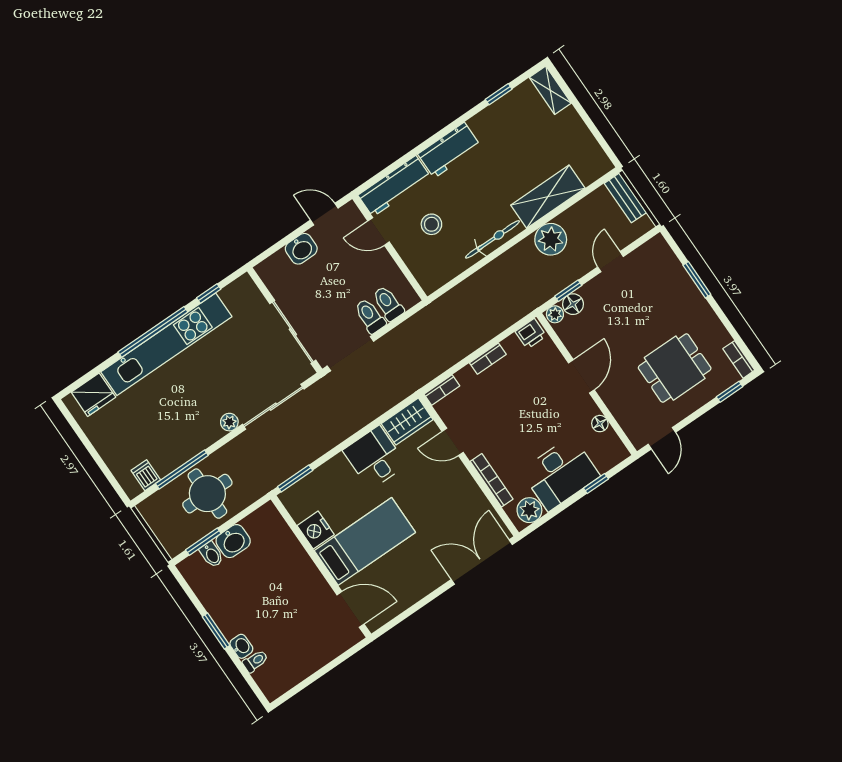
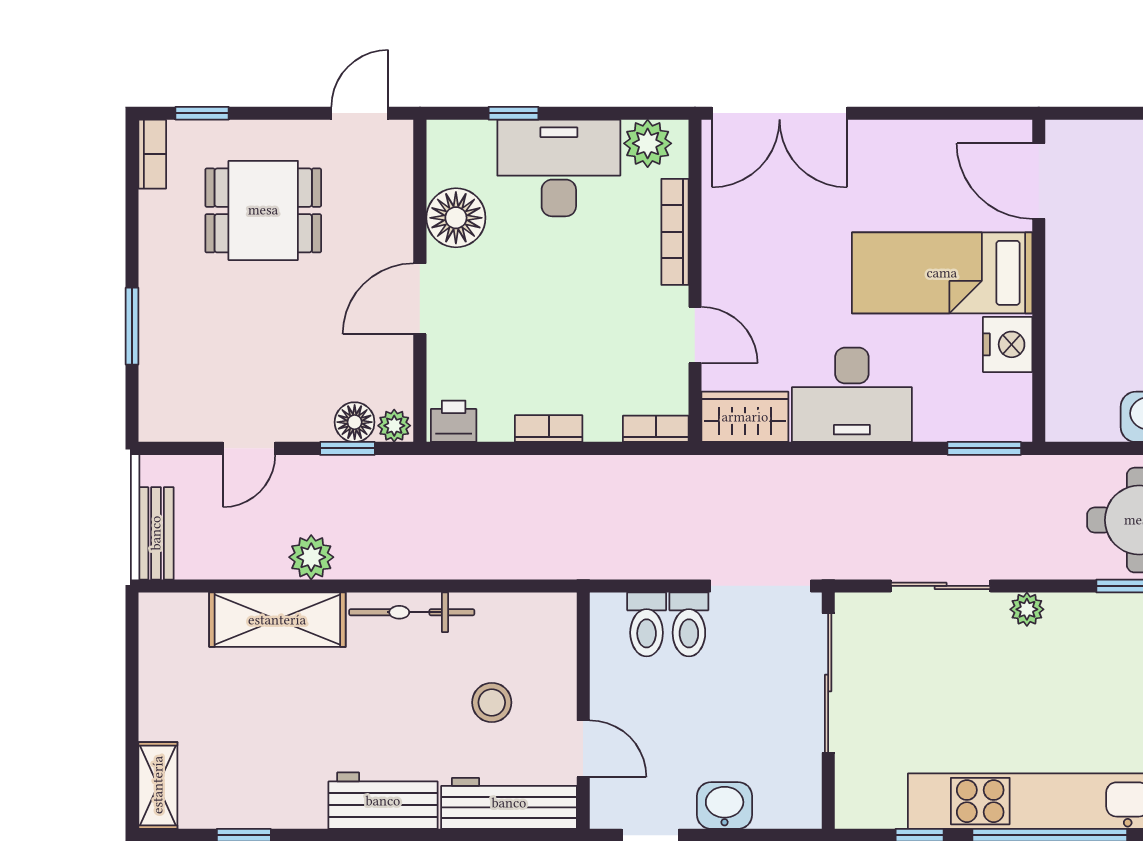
plant: (551, 239) -> (311, 557), width x0.73, depth x0.73
sliding door: (273, 407) -> (941, 586), width x0.73
floor lamp: (600, 424) -> (456, 218), width x1.89, depth x1.89
desk: (375, 458) -> (852, 395), width x1.37

